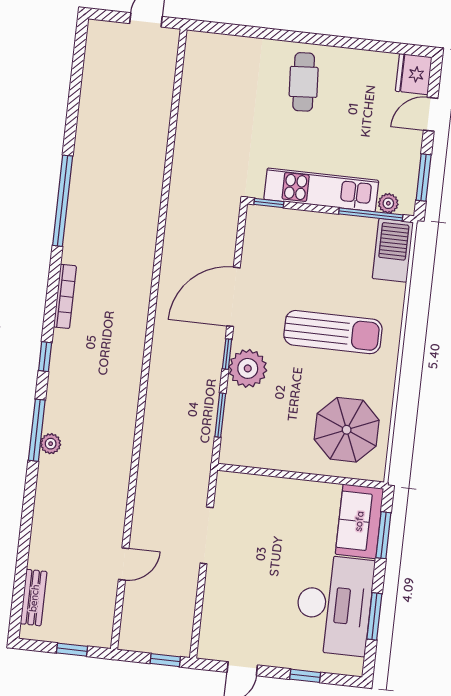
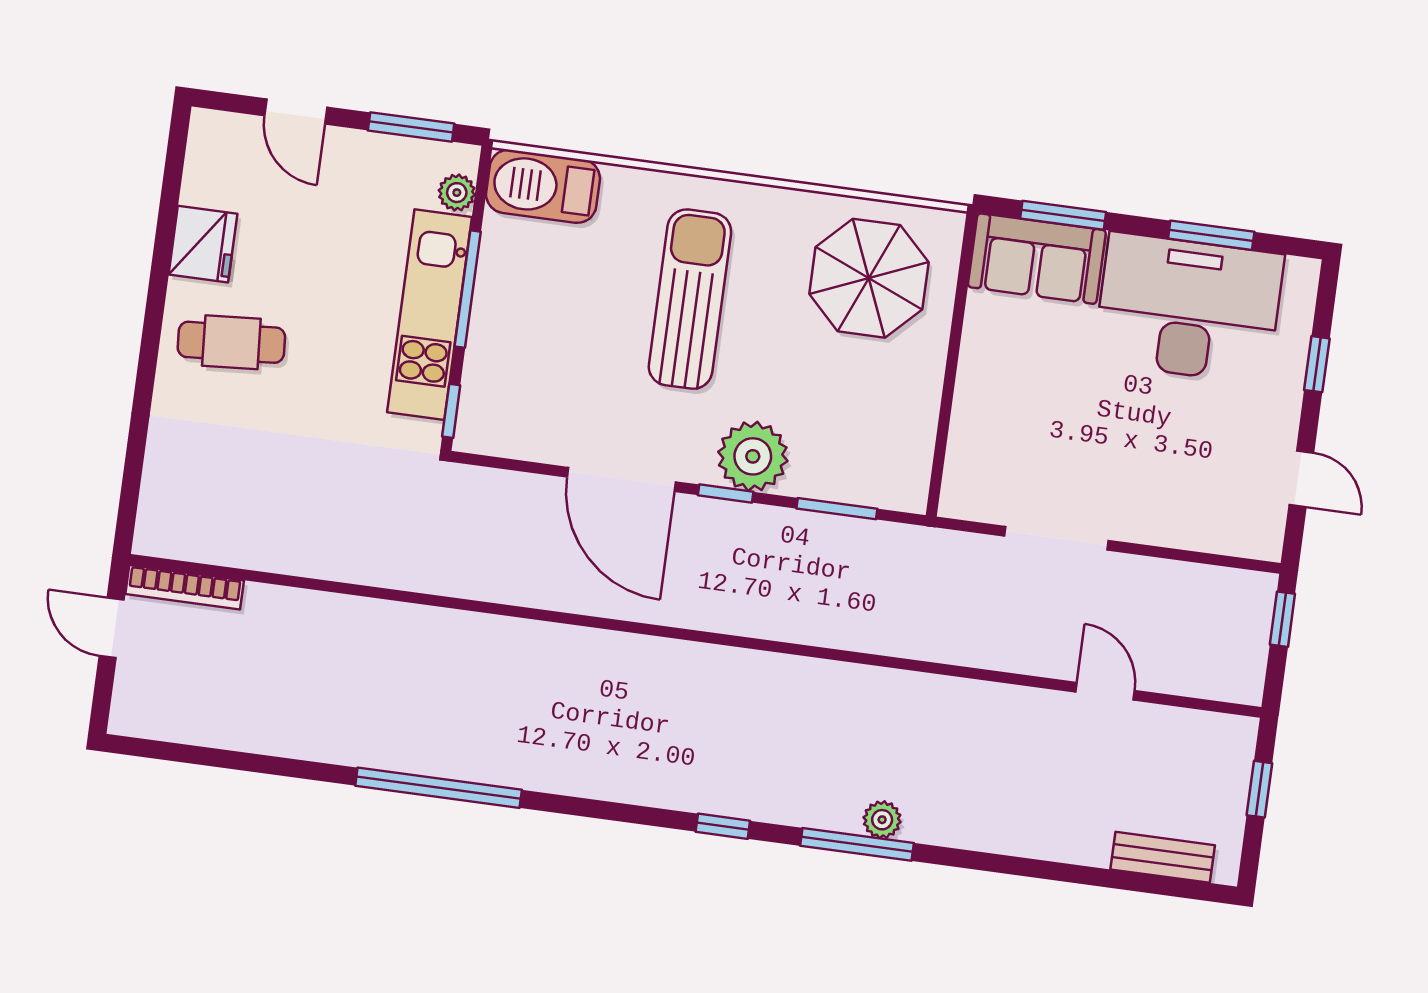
fridge: (414, 74) -> (203, 244), moved, turned -90
window: (371, 214) -> (468, 289), moved
bookcase: (65, 296) -> (185, 587), moved, turned 180

